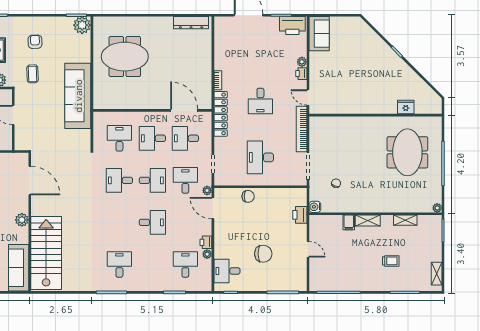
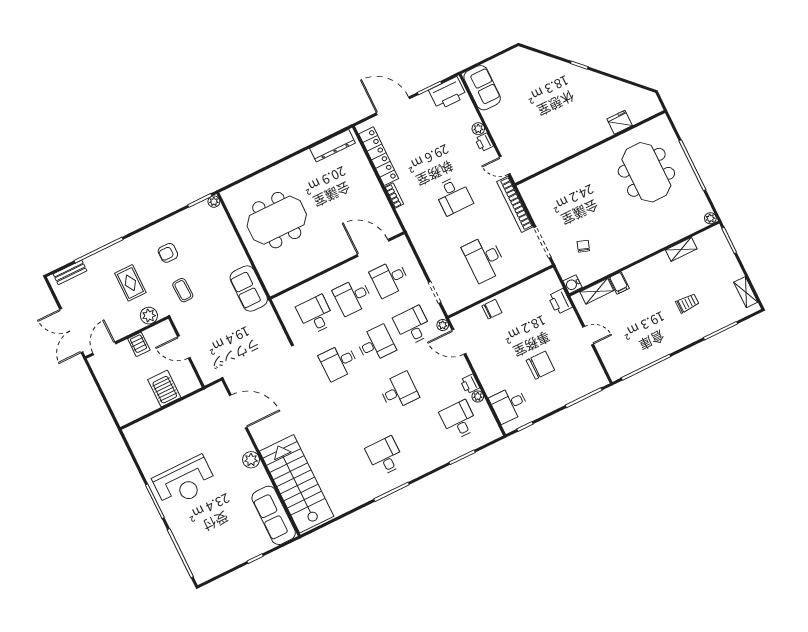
plant: (82, 25) -> (214, 202), width x0.53, depth x0.53
armchair: (35, 42) -> (168, 253), turned -88
sofa: (78, 96) -> (249, 289), width x0.54, depth x0.79
locker: (221, 114) -> (379, 156), moved
shelving: (368, 220) -> (597, 291), moved

